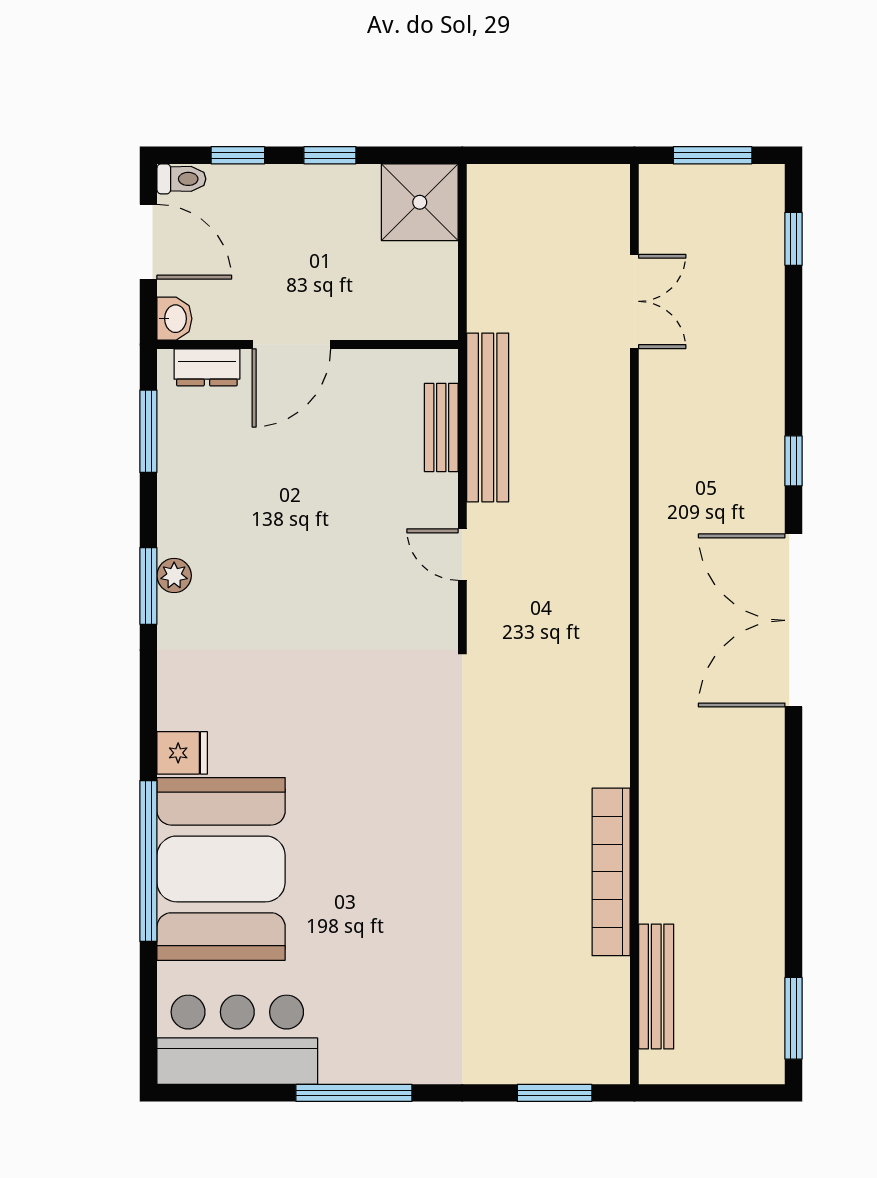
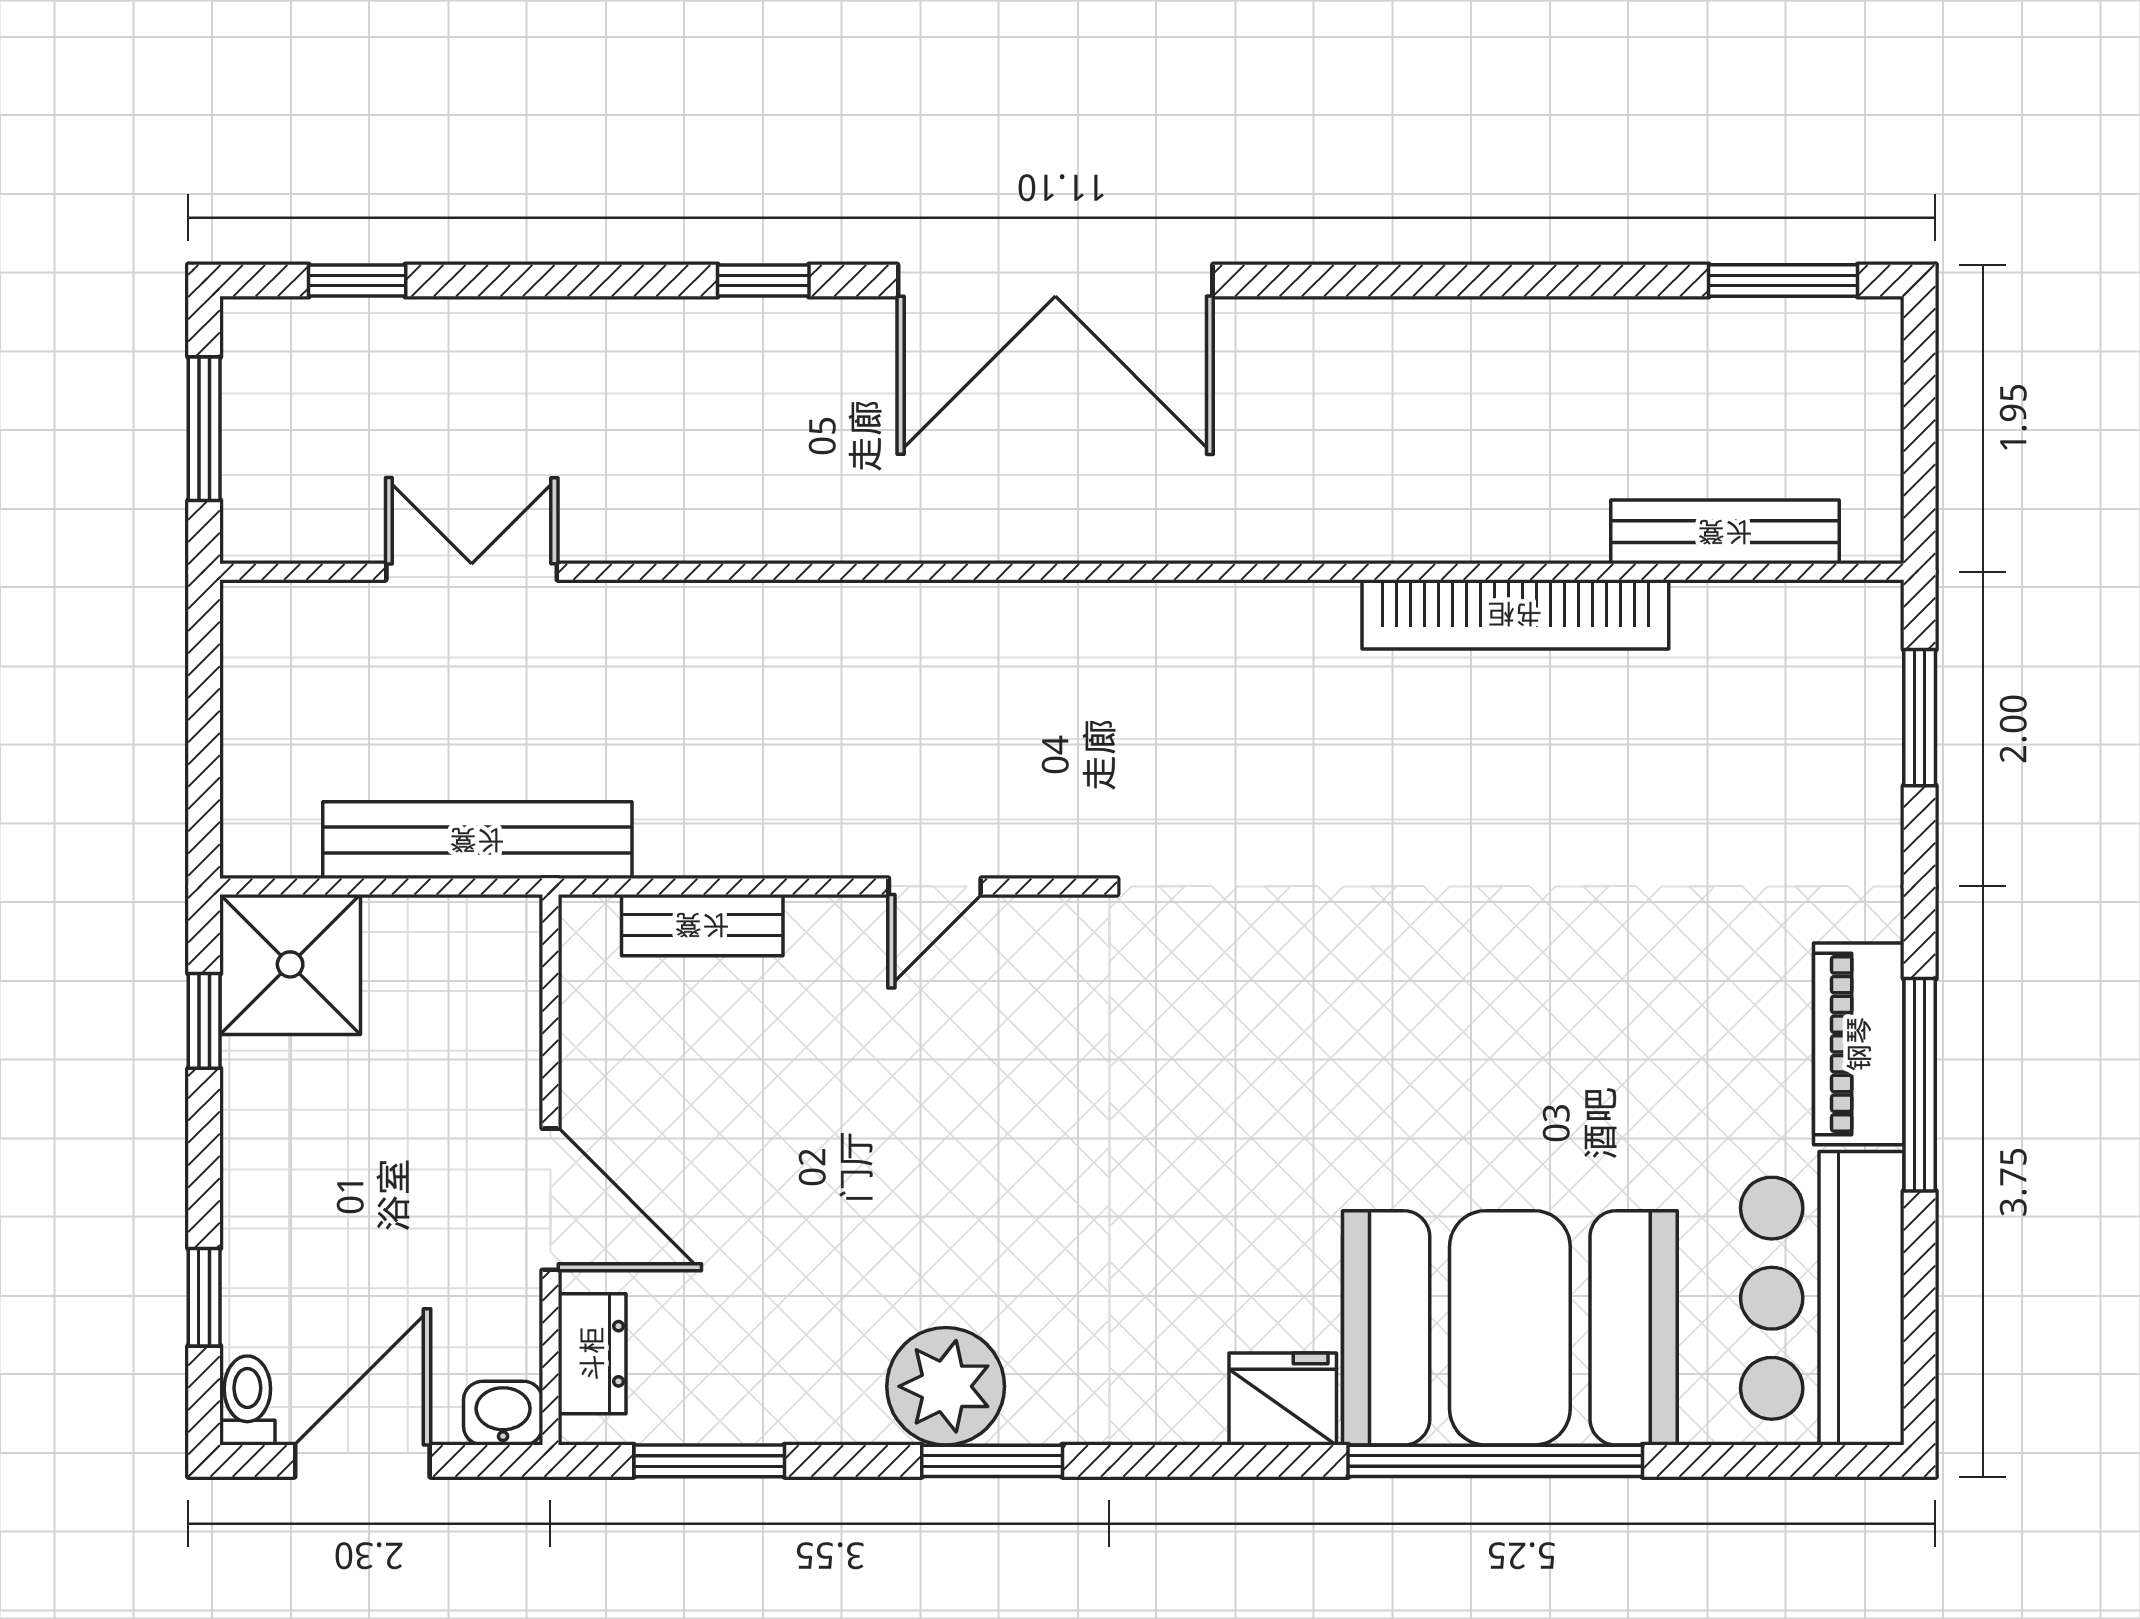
window: (330, 155) -> (204, 1021), moved
bench: (488, 417) -> (477, 840), moved
plant: (174, 576) -> (946, 1386), width x1.88, depth x1.88
fridge: (182, 753) -> (1283, 1399), width x1.38
piano: (376, 1060) -> (1859, 1044), added

